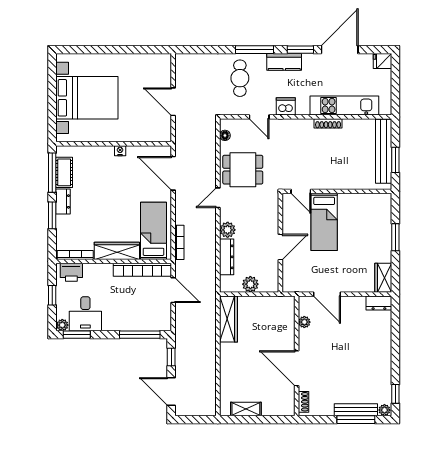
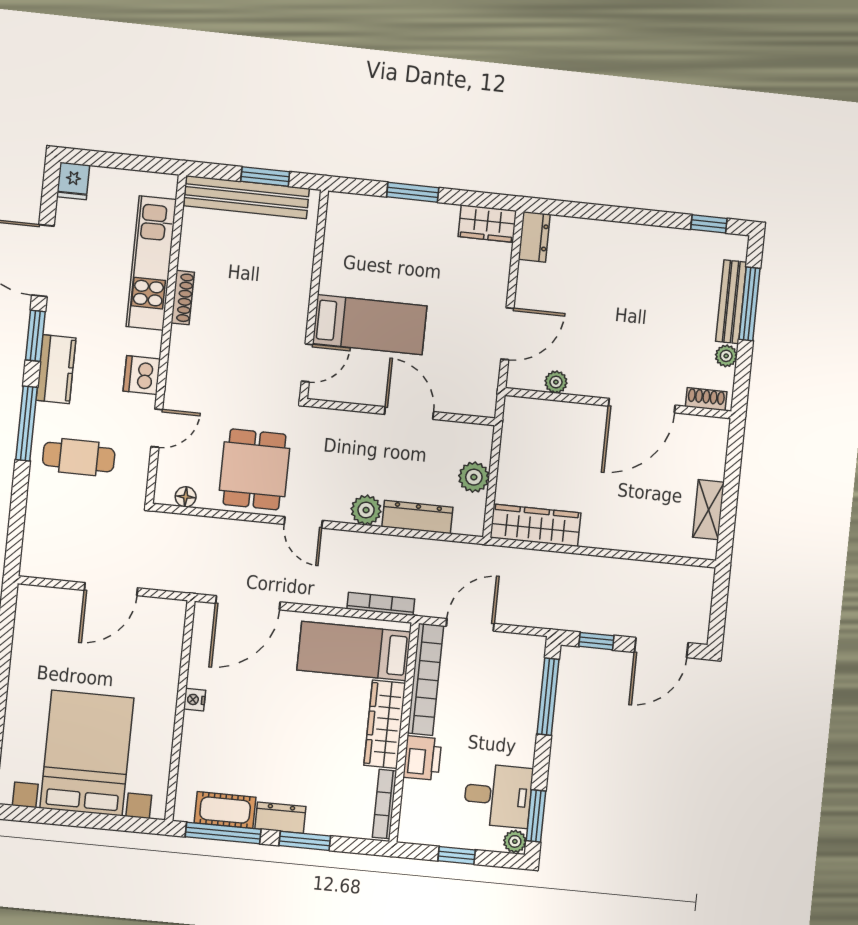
printer: (71, 272) -> (422, 758), moved
plant: (384, 410) -> (726, 356), moved

